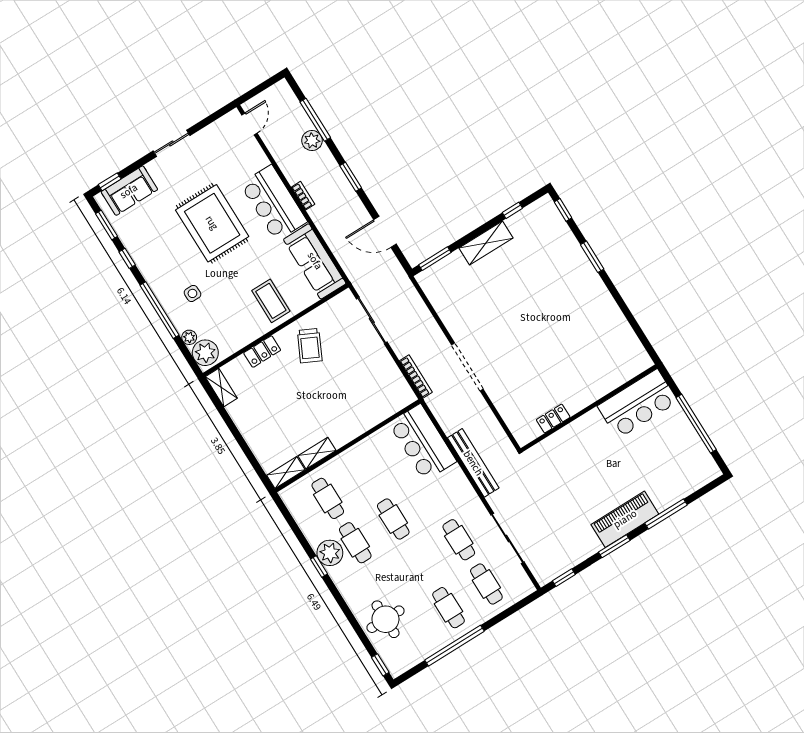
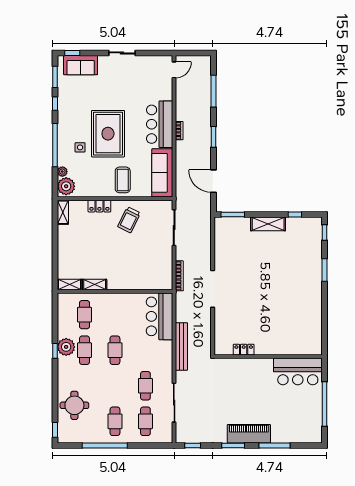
plant: (312, 141) -> (204, 102), removed
rug: (212, 223) -> (108, 134), moved

